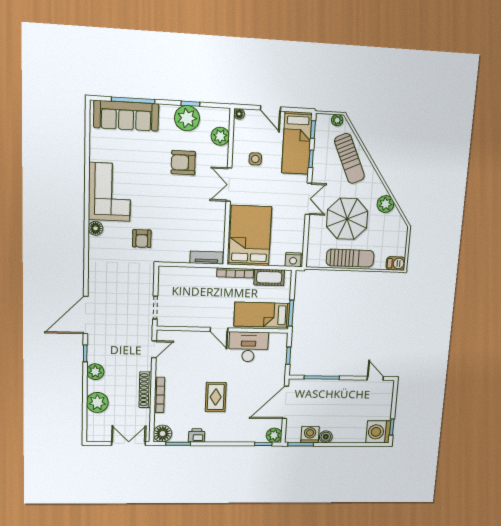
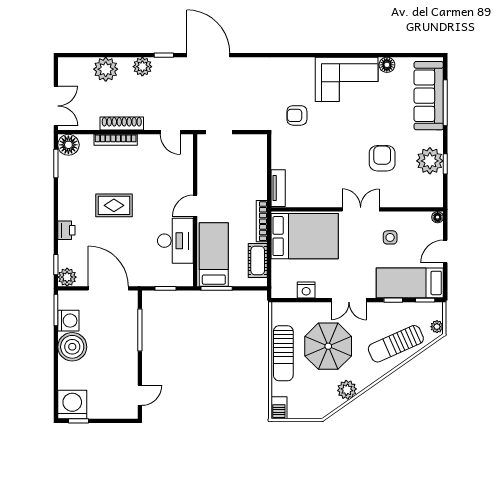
plant: (220, 136) -> (412, 198), removed
floor lamp: (96, 228) -> (387, 65), moved
nightstand: (293, 260) -> (306, 290), moved, turned -90
printer: (197, 435) -> (66, 230), moved
boiler: (326, 437) -> (72, 347), width x1.86, depth x1.86

